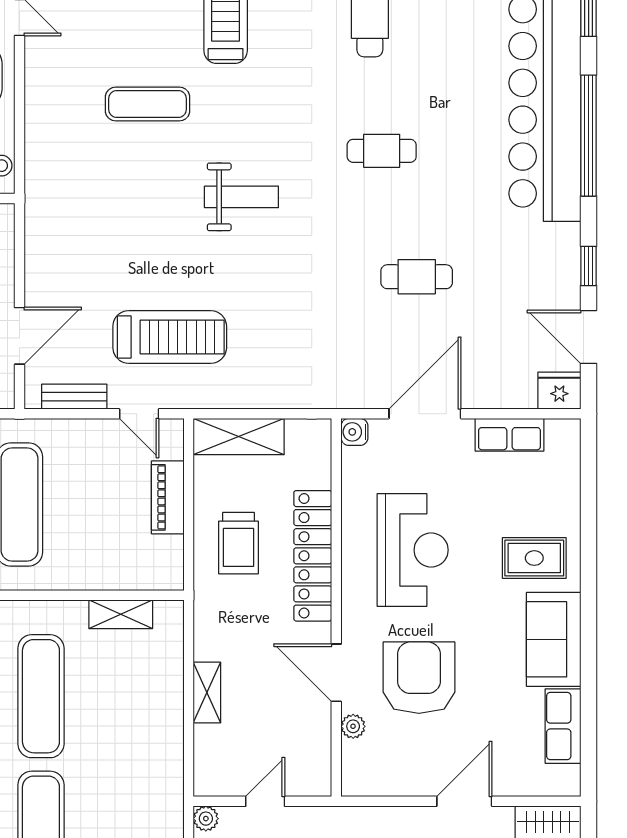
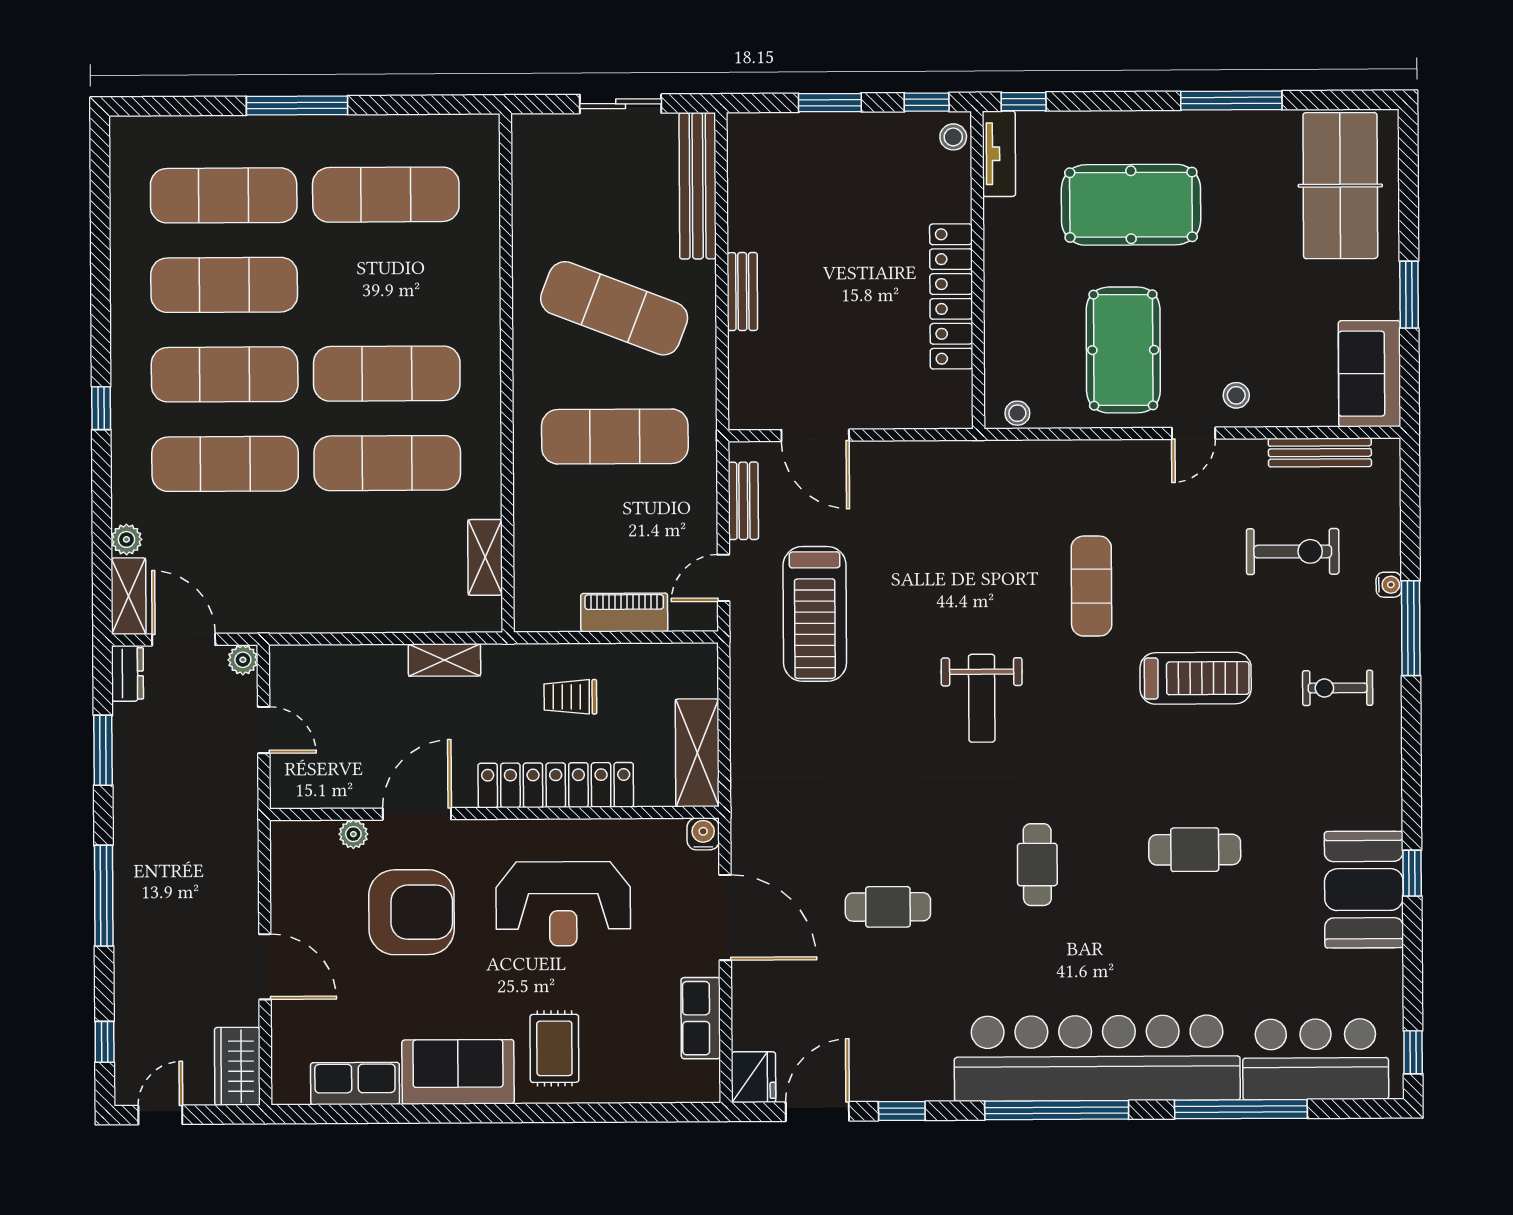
cafe table: (417, 277) -> (888, 907), turned 90
shelving: (239, 437) -> (697, 753), moved
trolley: (238, 543) -> (570, 697), width x0.73, depth x0.72
shelving: (207, 693) -> (444, 660), moved

